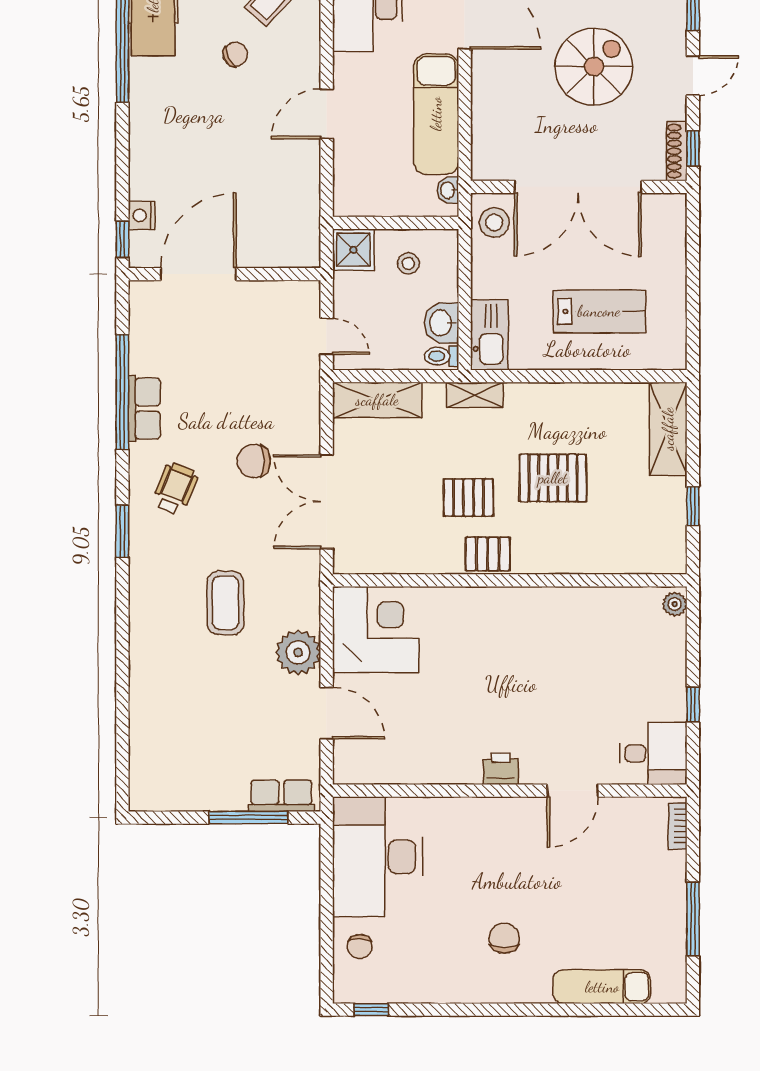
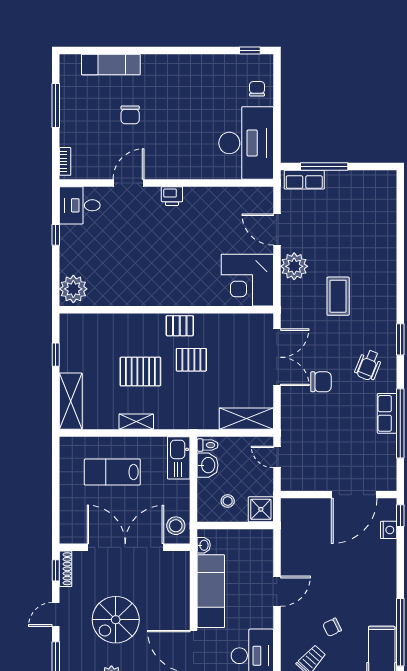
shelving: (475, 395) -> (136, 422), moved
plant: (675, 604) -> (73, 289), width x1.87, depth x1.87
chair: (504, 938) -> (130, 115), moved

